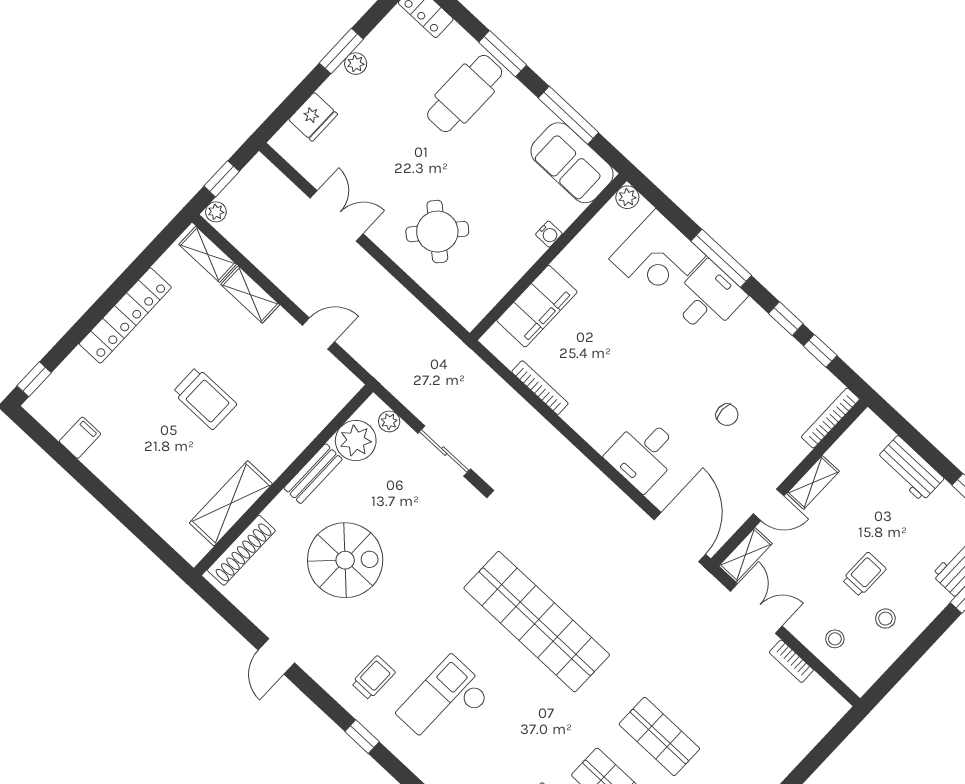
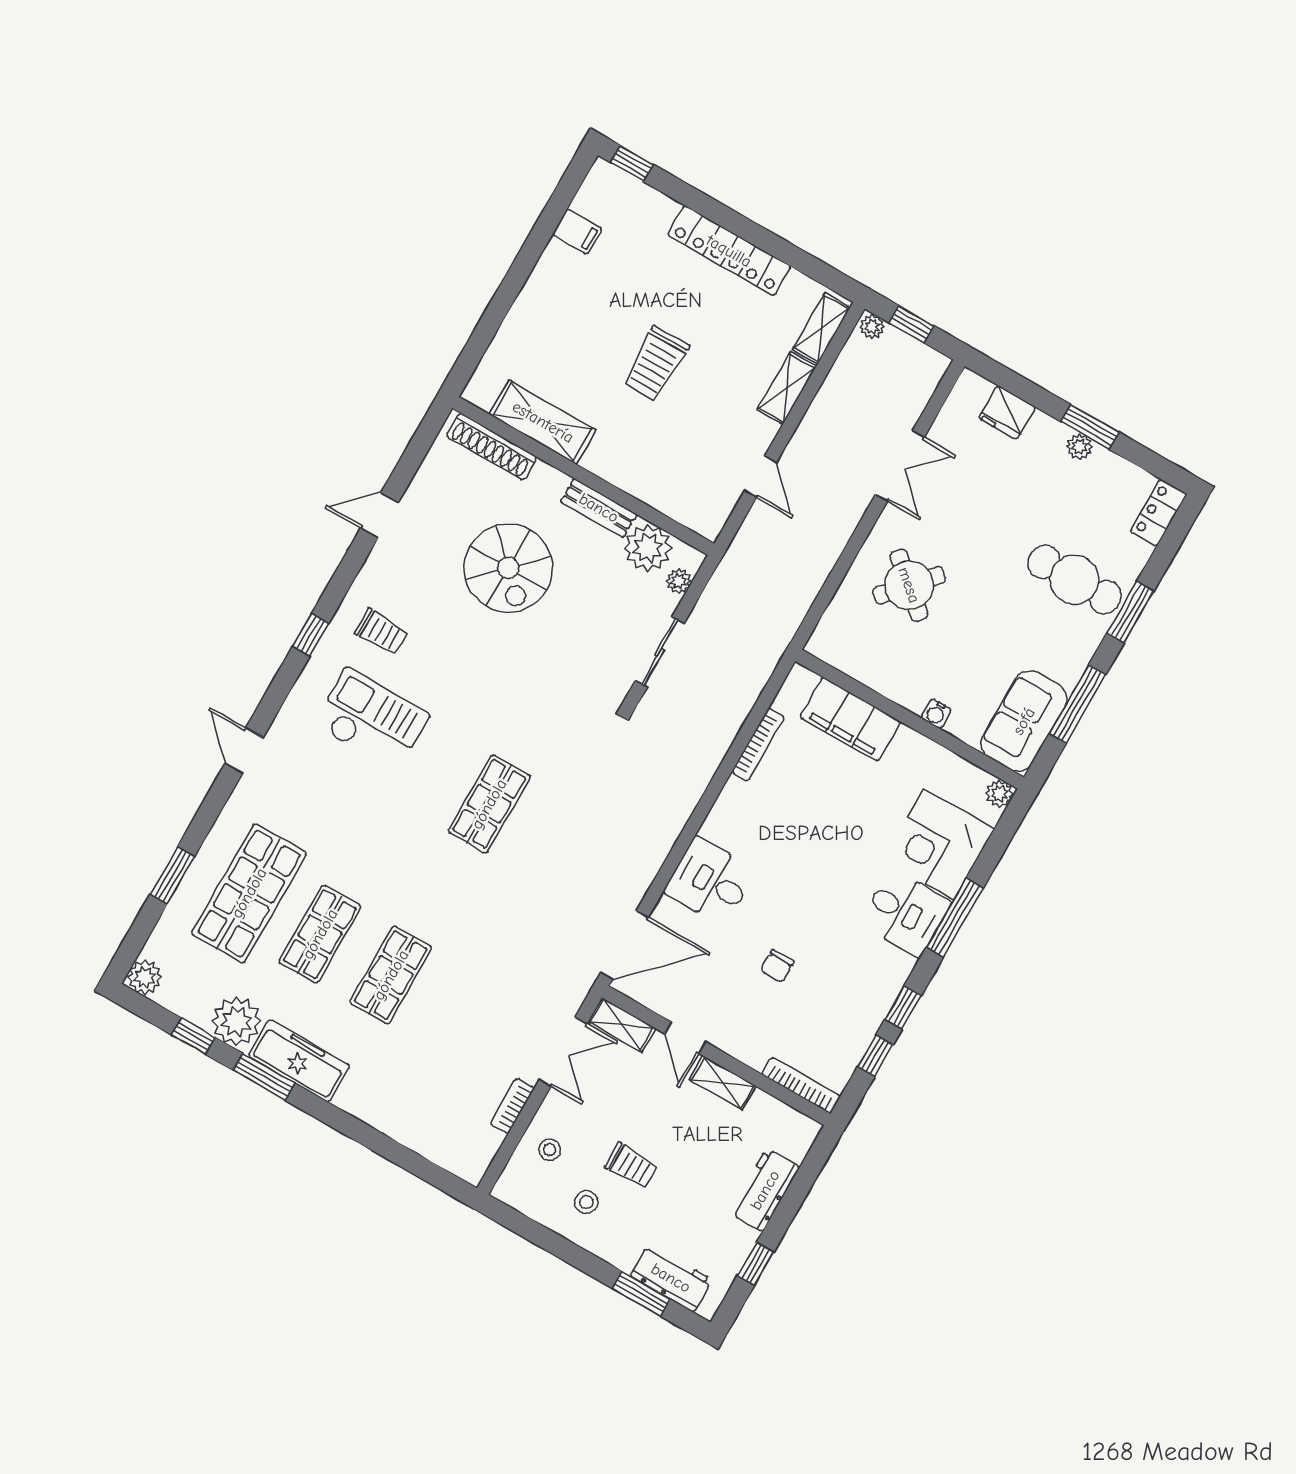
shop shelf: (537, 622) -> (489, 804), width x0.50, depth x0.74

